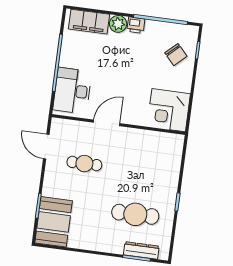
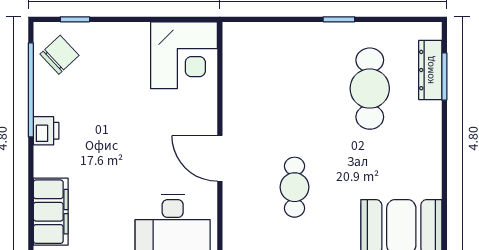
plant: (118, 24) -> (48, 161), removed
chair: (176, 55) -> (59, 55), moved

